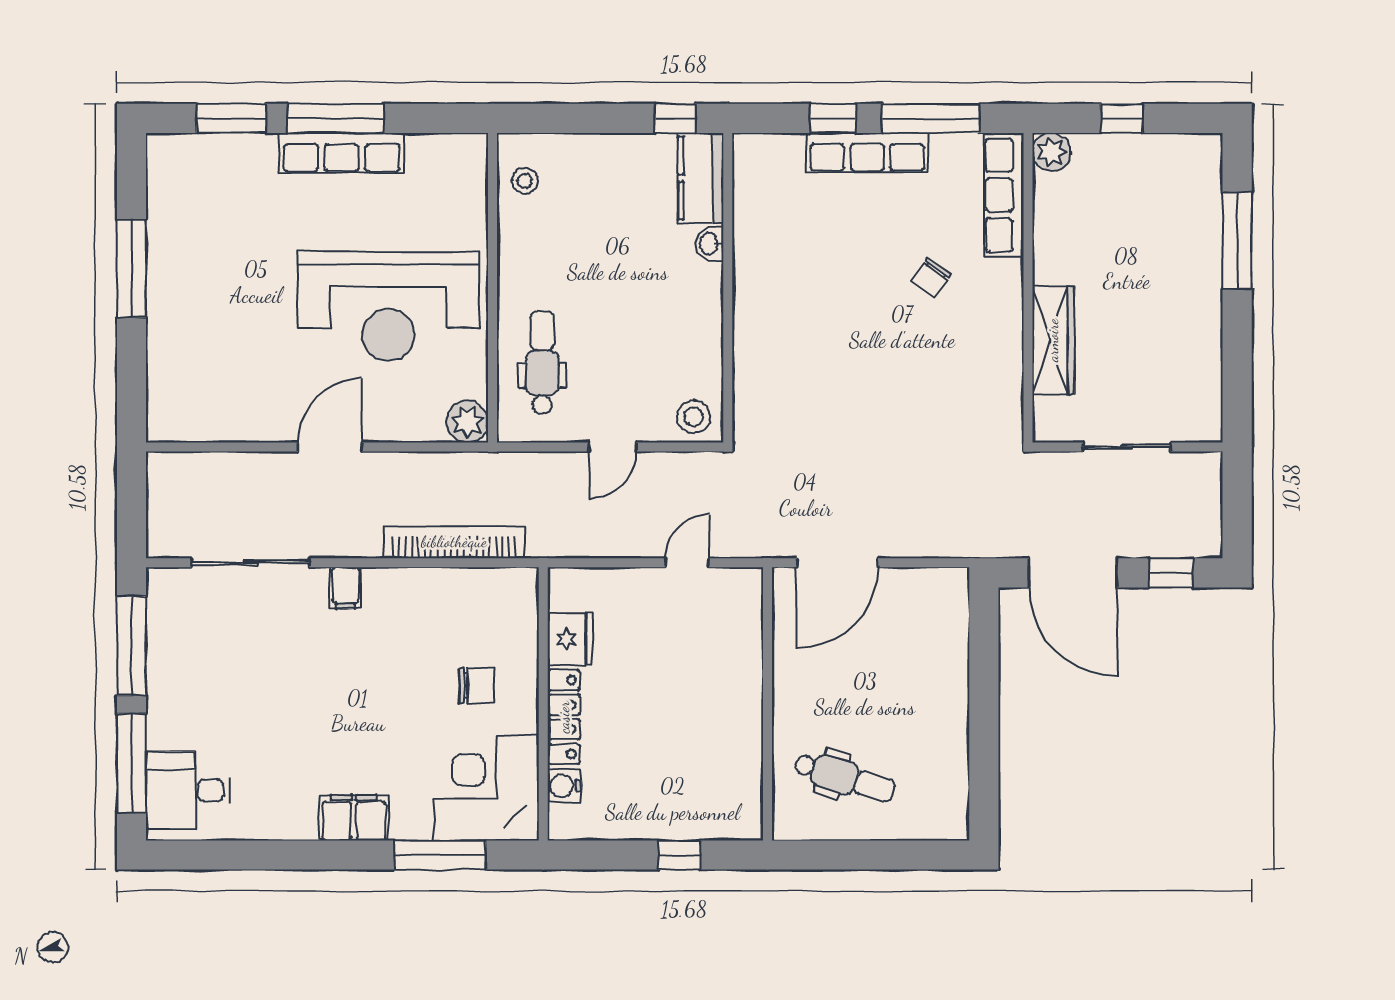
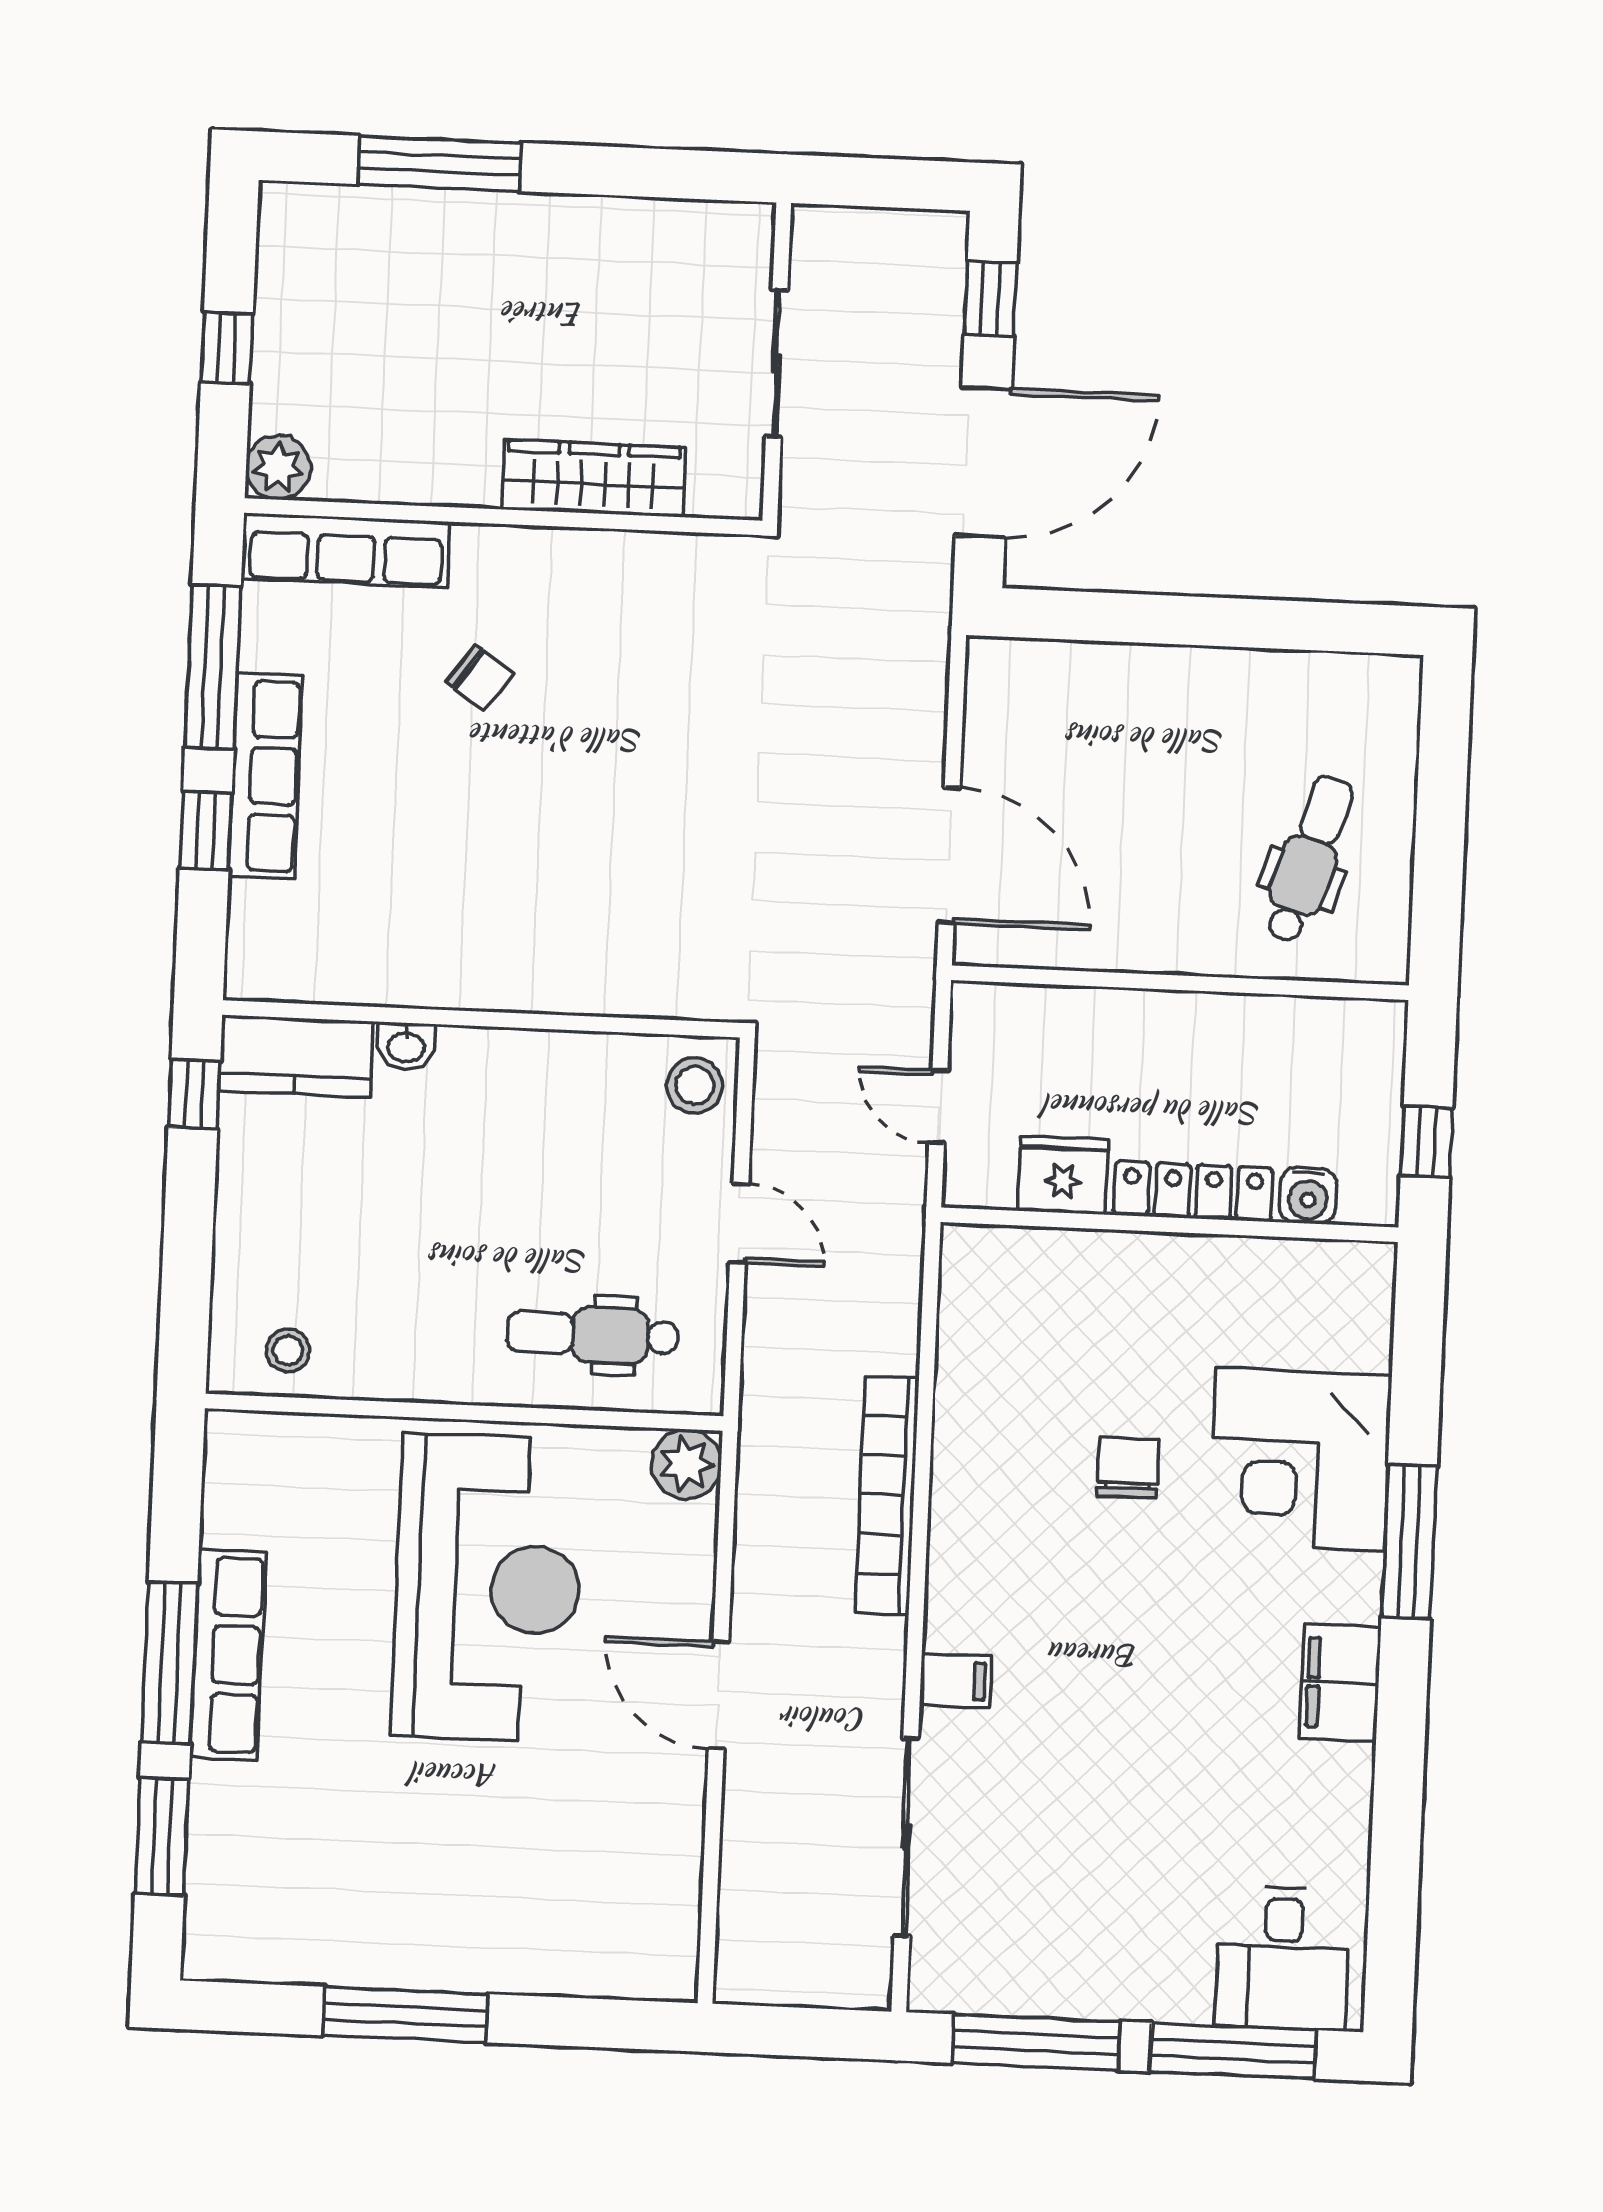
fridge: (570, 639) -> (1063, 1175), moved
wall: (543, 704) -> (1169, 1225), moved
locker: (564, 717) -> (1193, 1191), moved
water cooler: (564, 786) -> (1308, 1195), moved

